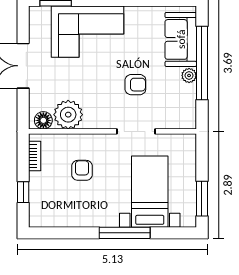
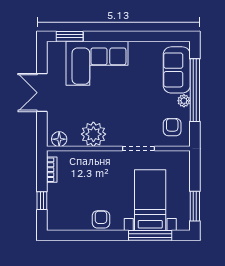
armchair: (135, 85) -> (172, 127), moved, turned -90
plant: (68, 115) -> (93, 134), moved
armchair: (82, 170) -> (101, 219), moved
window: (125, 233) -> (150, 235), moved

